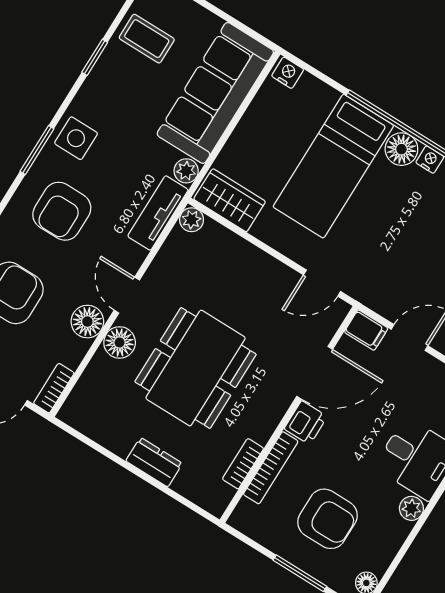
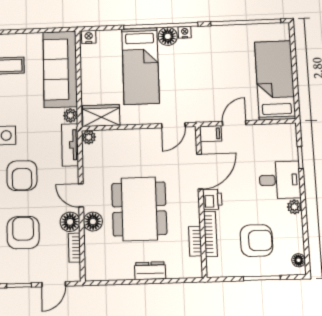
bookcase: (54, 388) -> (74, 248), moved

